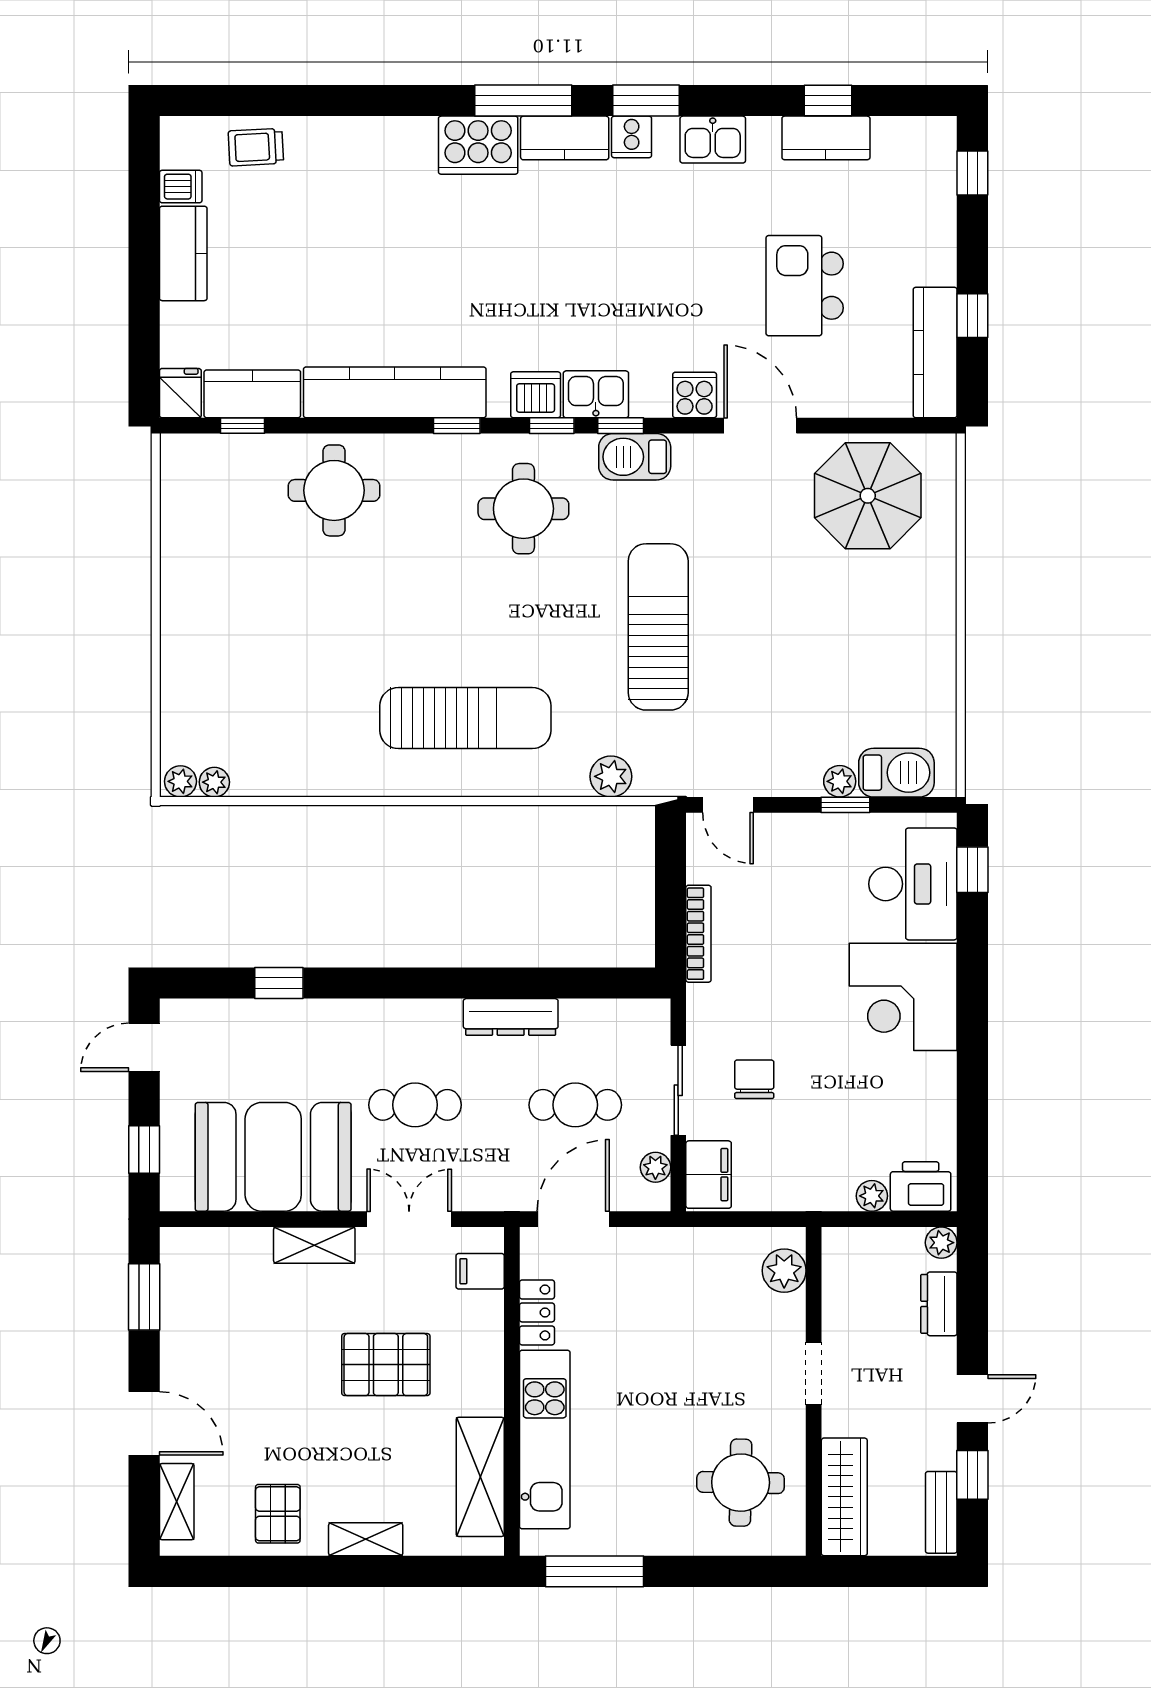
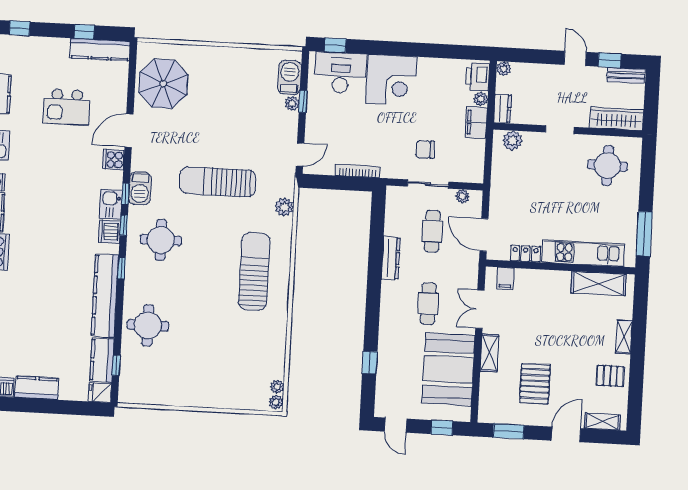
filing cabinet: (709, 1175) -> (476, 123), moved, turned -90
dresser: (939, 1304) -> (503, 108), moved, turned -90
pallet: (386, 1365) -> (535, 384), moved

